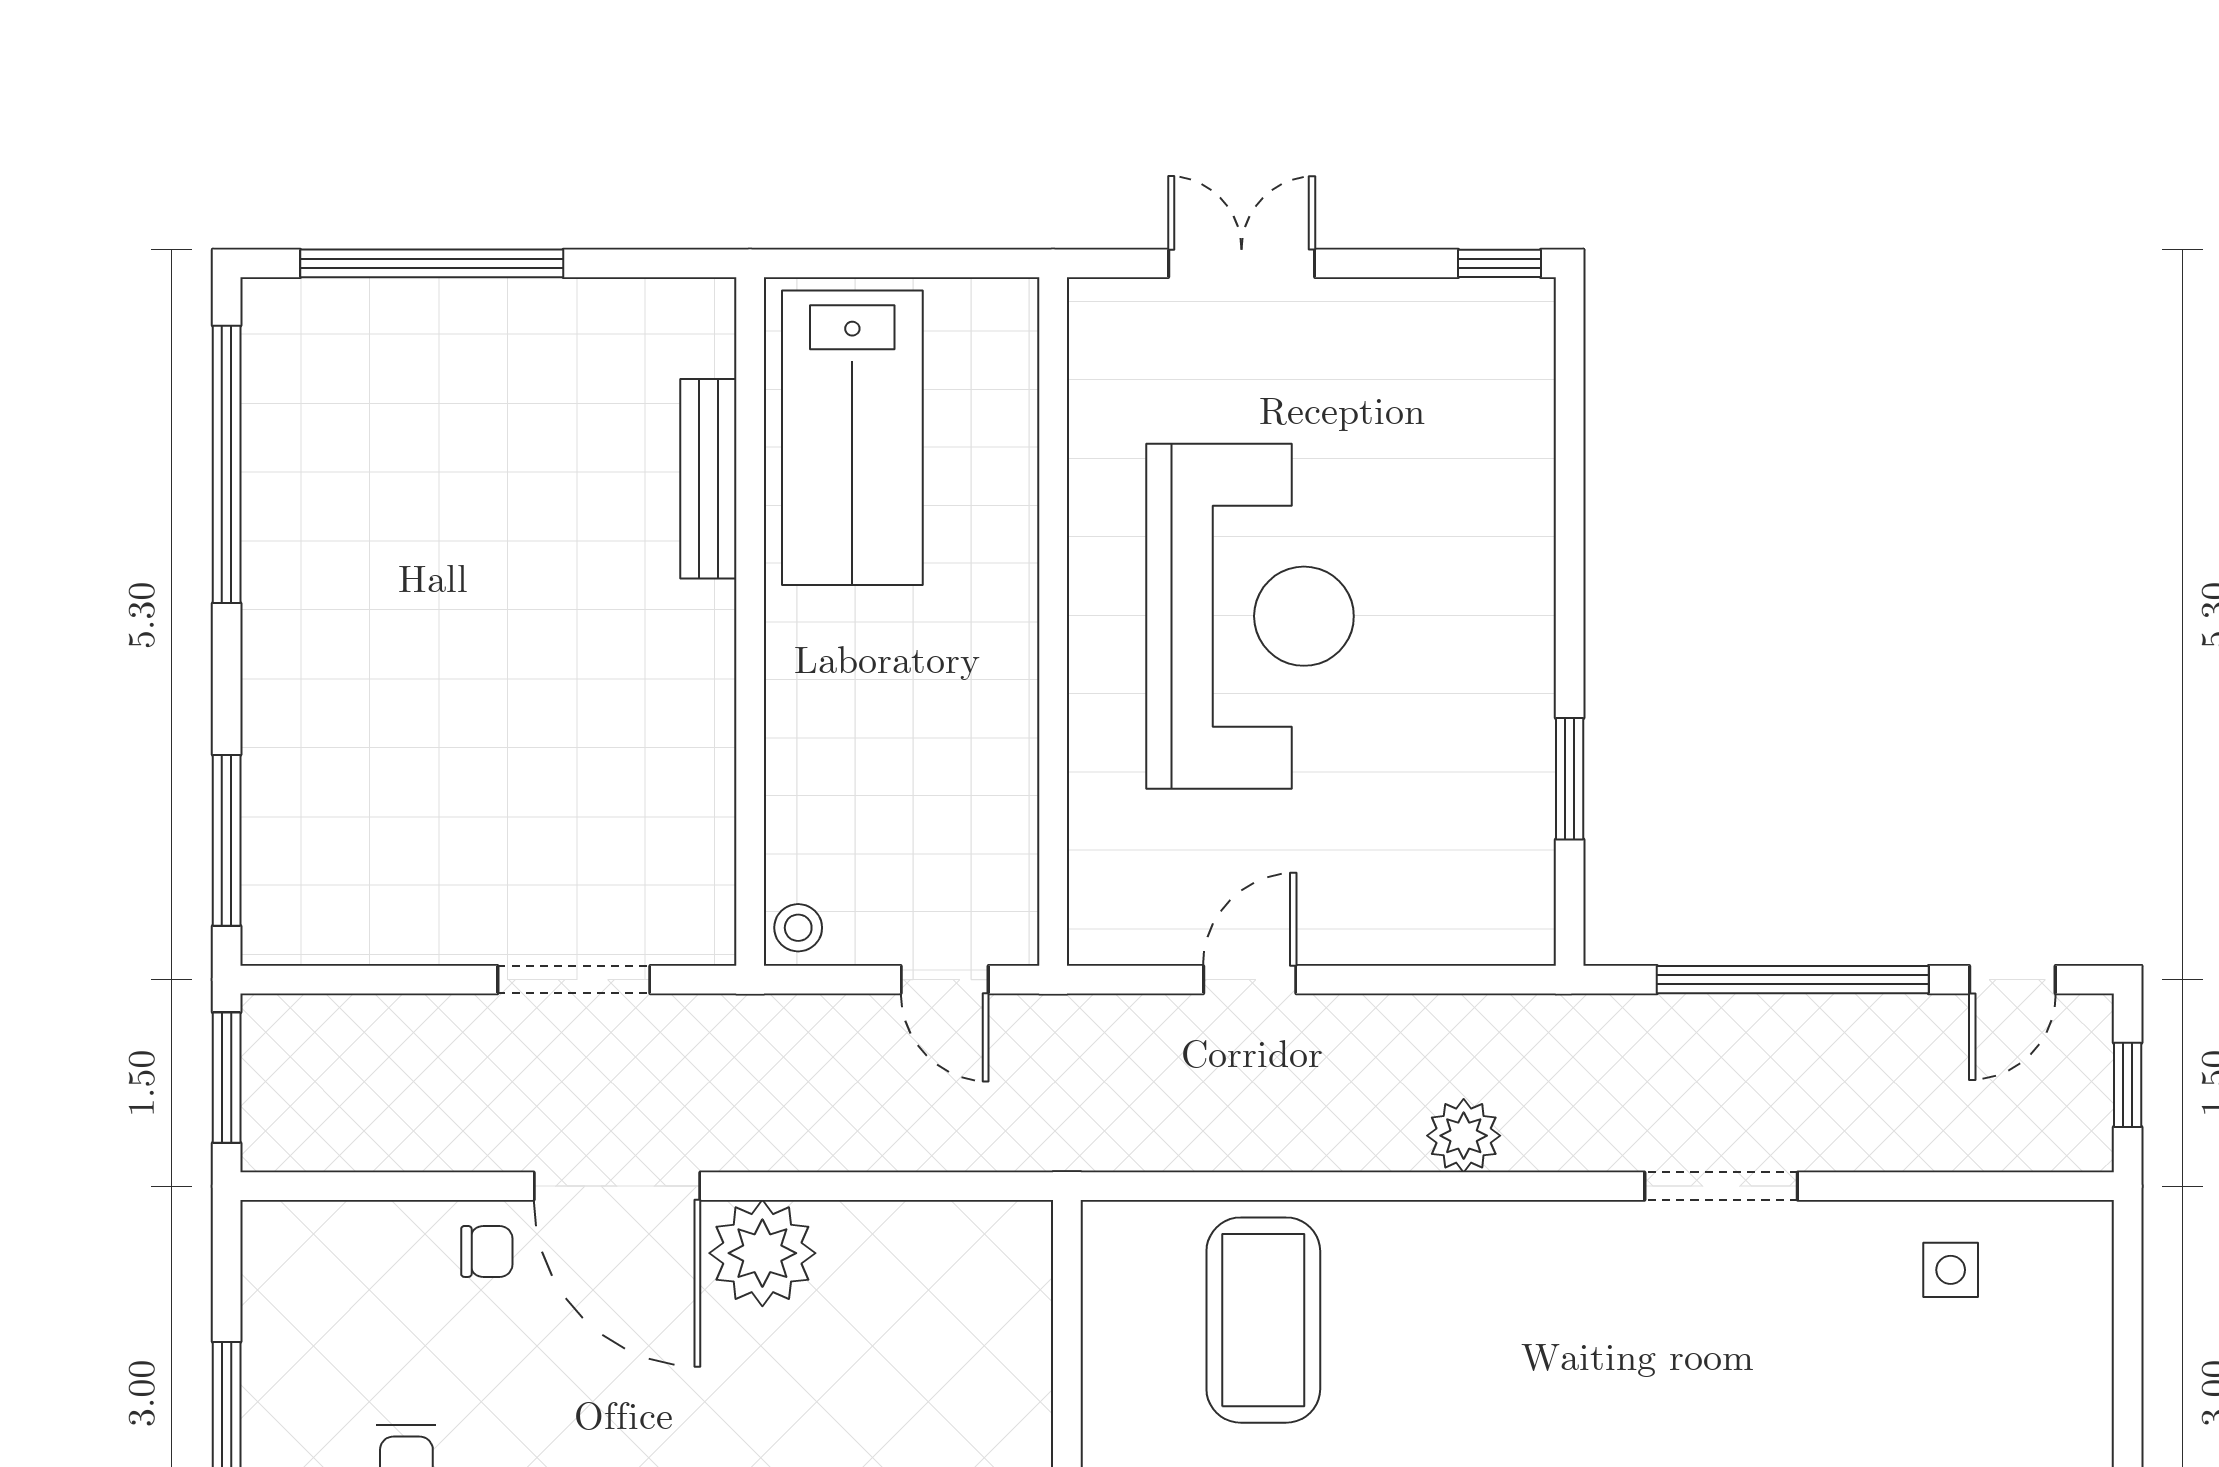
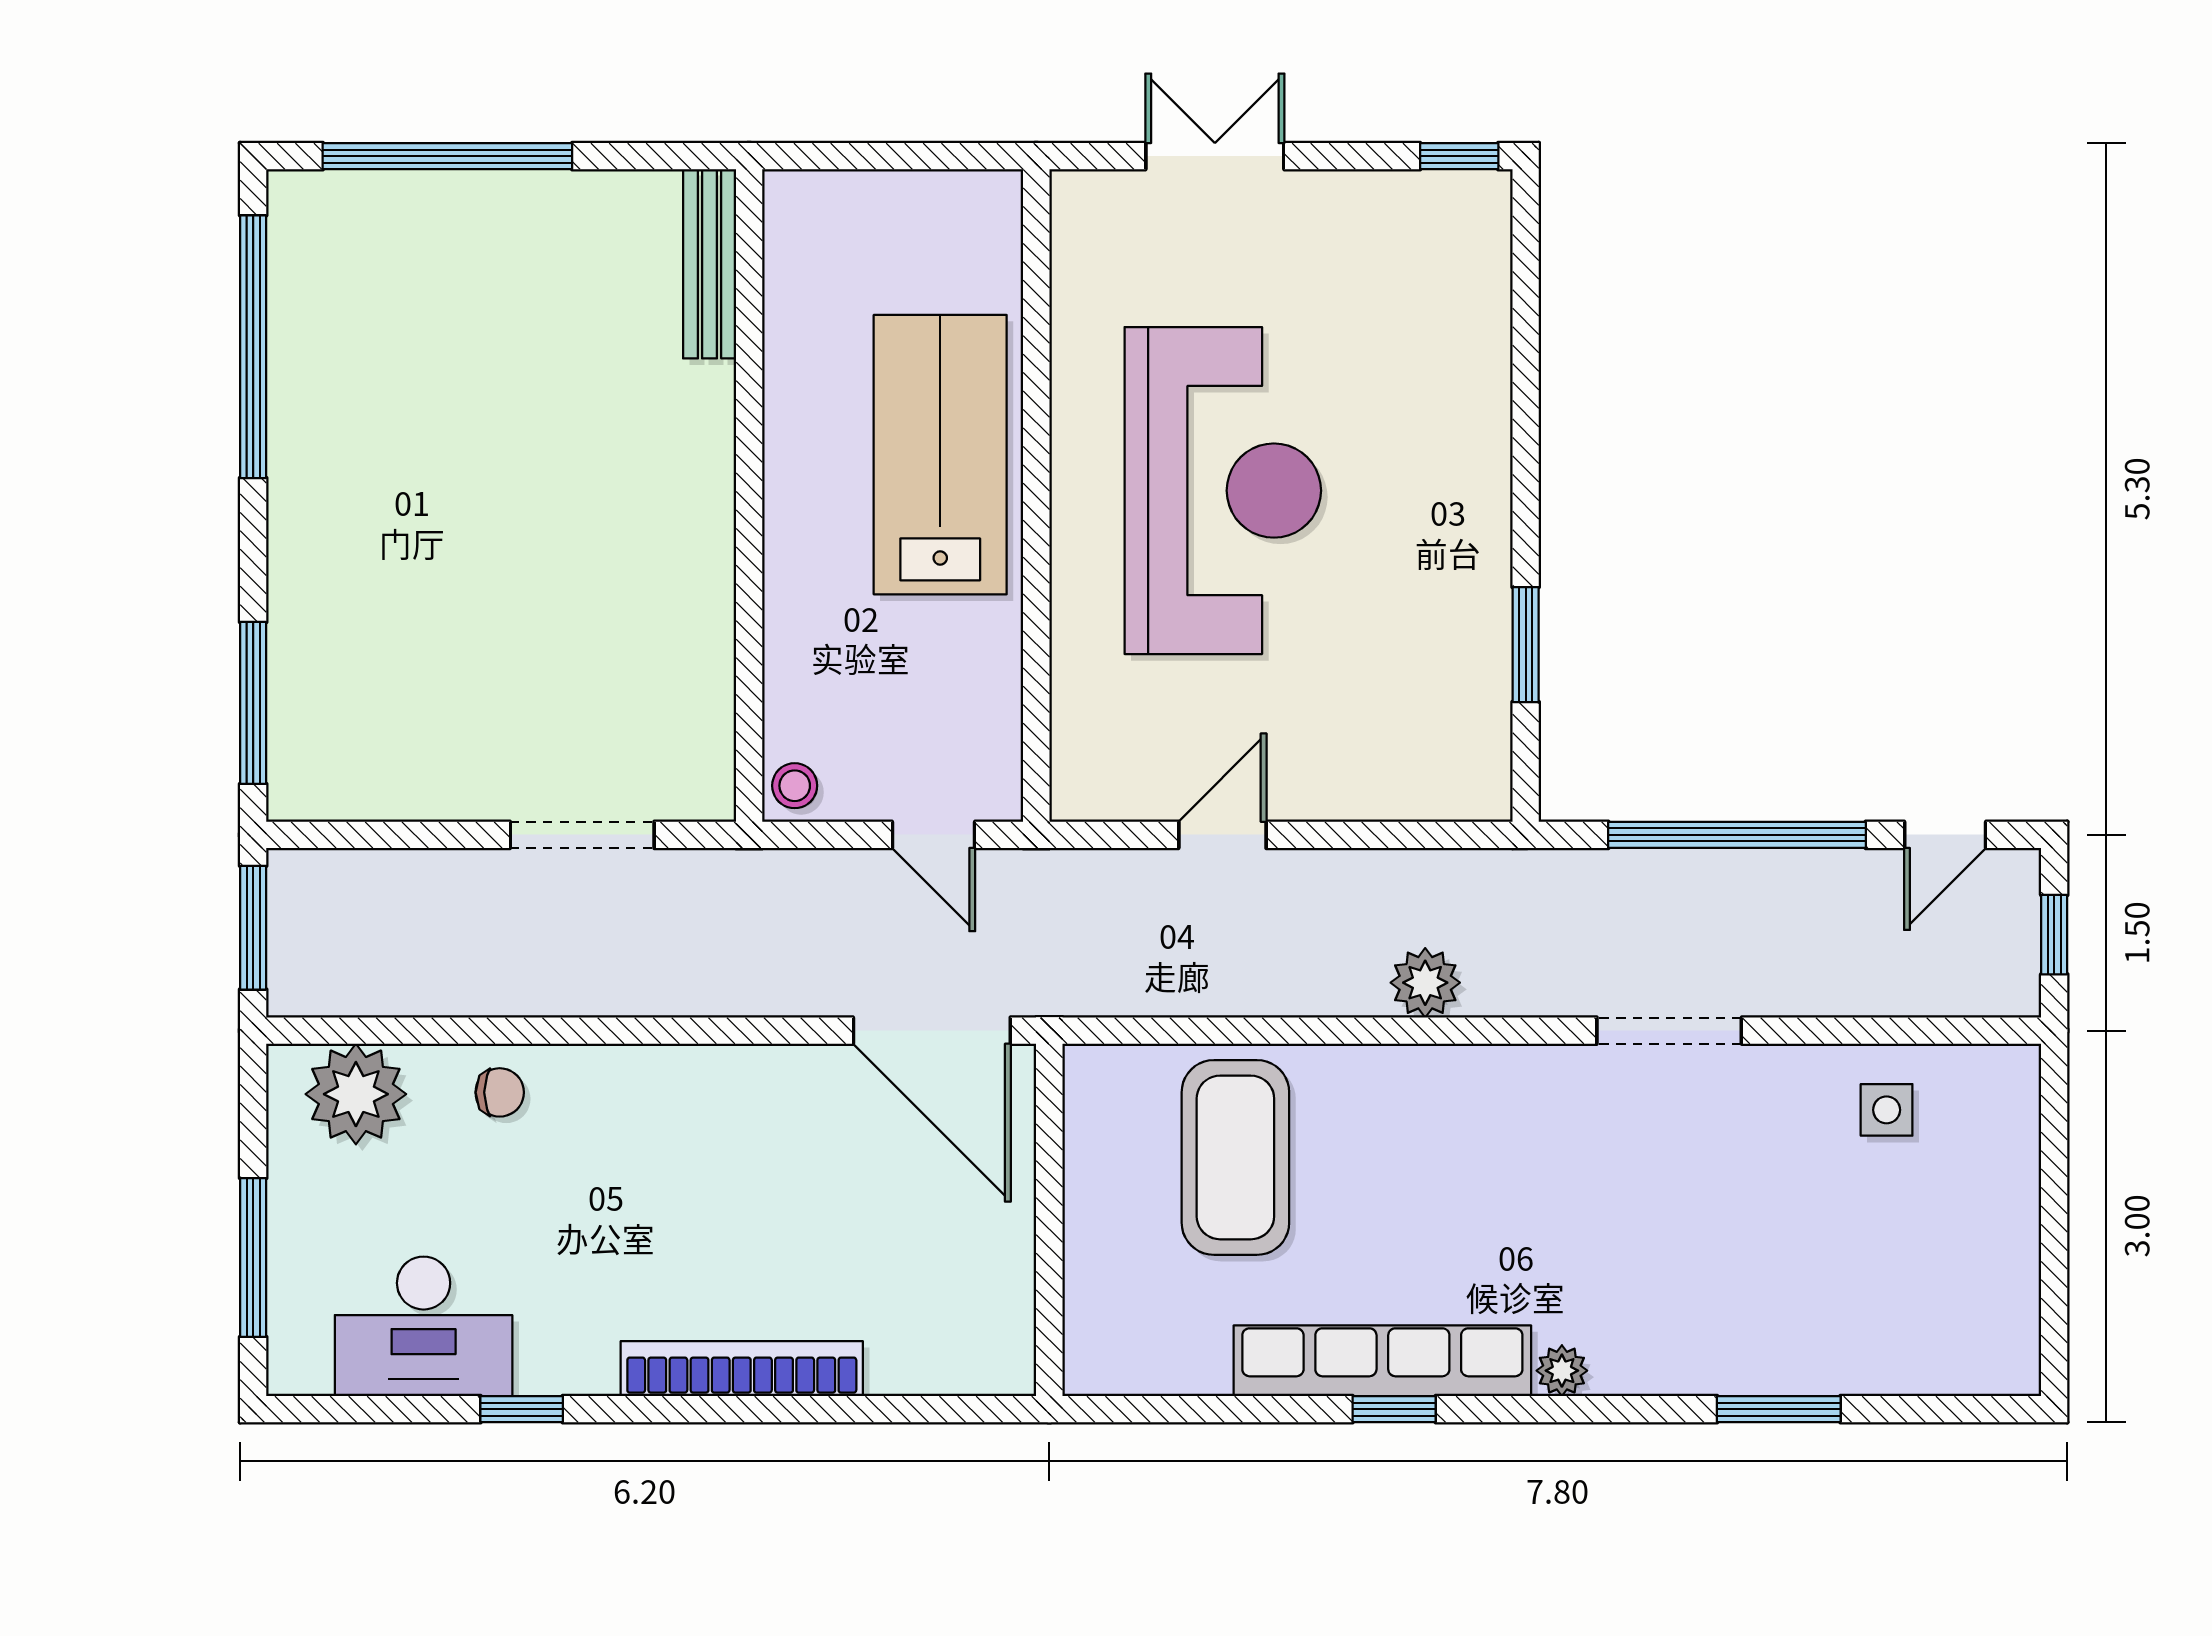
lab bench: (852, 438) -> (940, 455), moved, turned 180
bench: (708, 479) -> (710, 264), moved
door: (617, 1186) -> (932, 1031), moved
plant: (762, 1253) -> (356, 1094), moved

